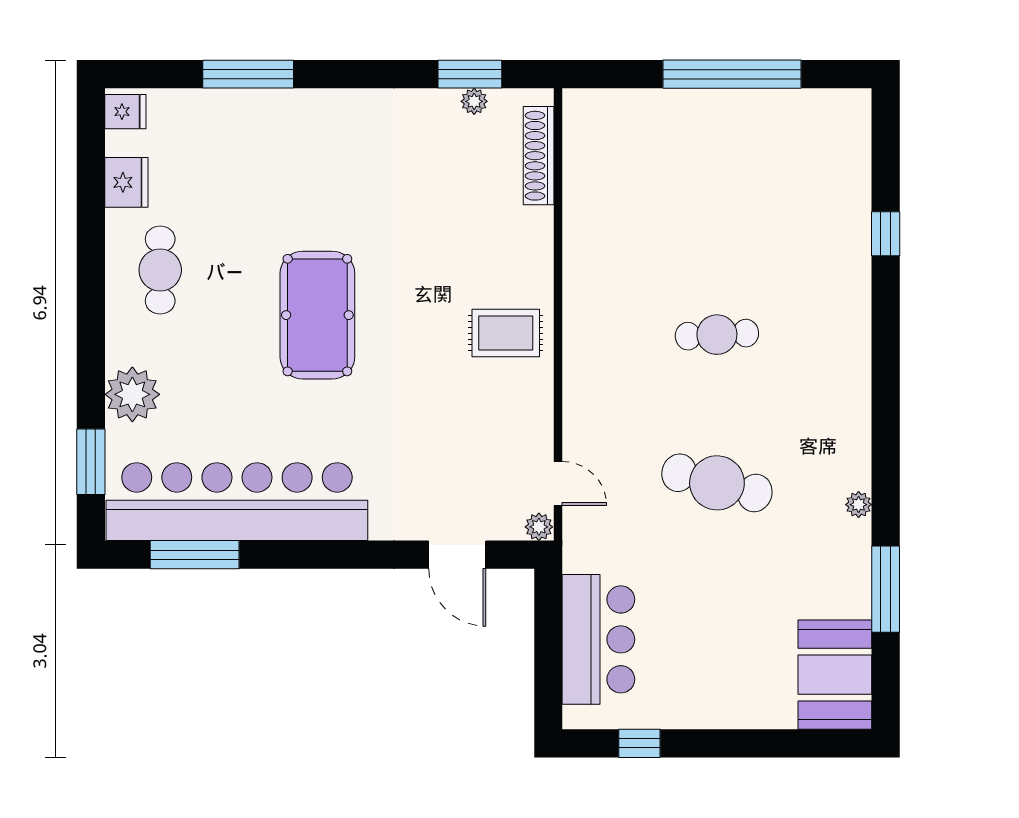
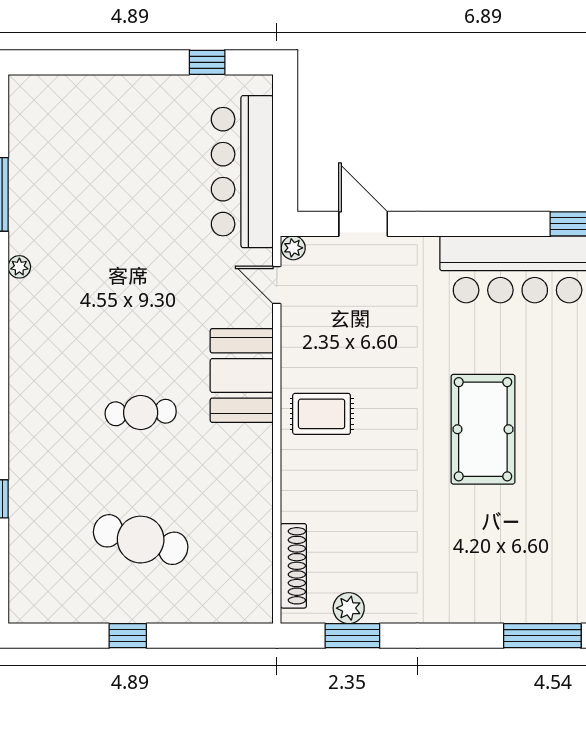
window: (732, 74) -> (128, 636), width x0.32
plant: (474, 101) -> (349, 608), width x1.38, depth x1.38
cafe table: (717, 483) -> (141, 540), moved
bar counter: (598, 639) -> (242, 172), width x1.36
booth: (835, 675) -> (242, 375), moved

